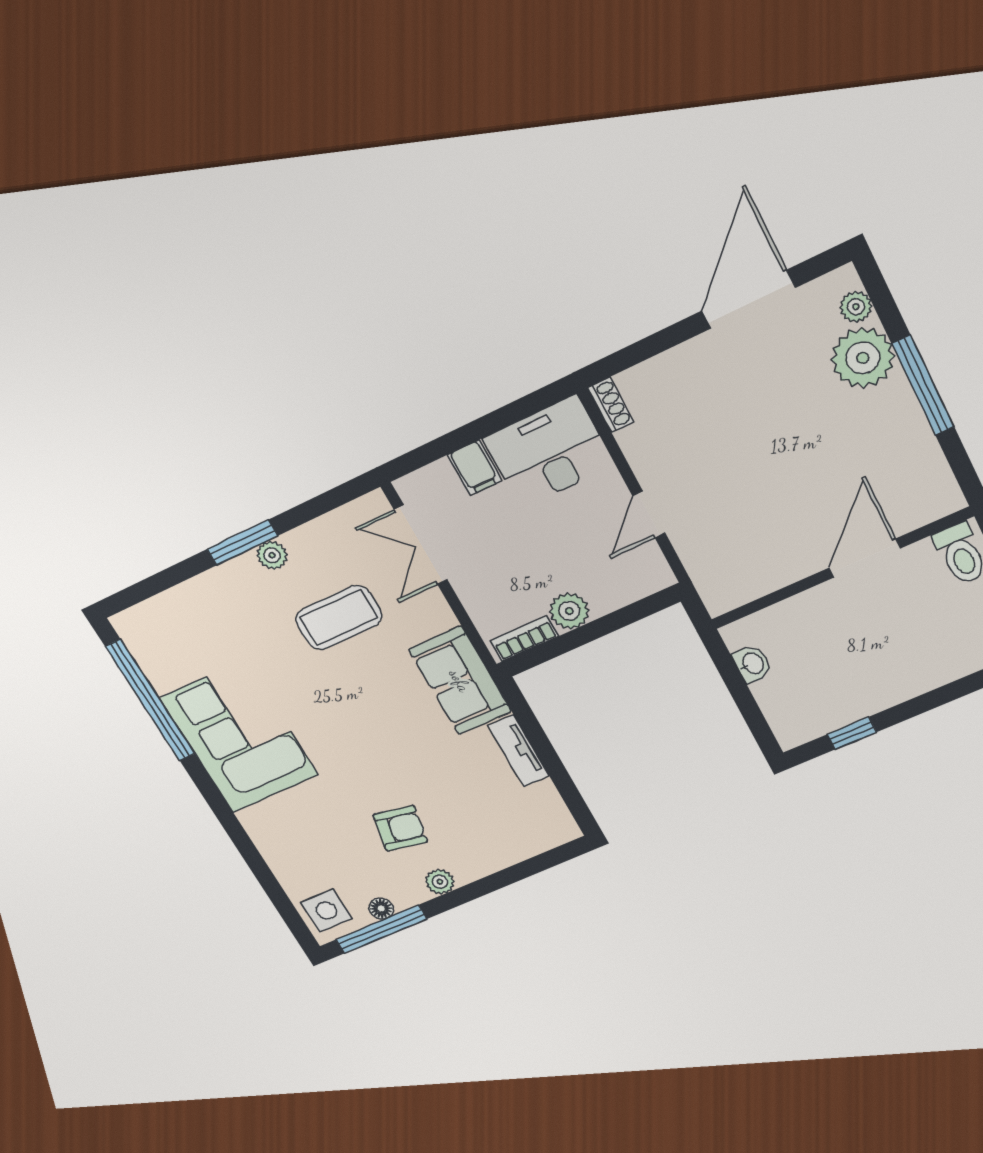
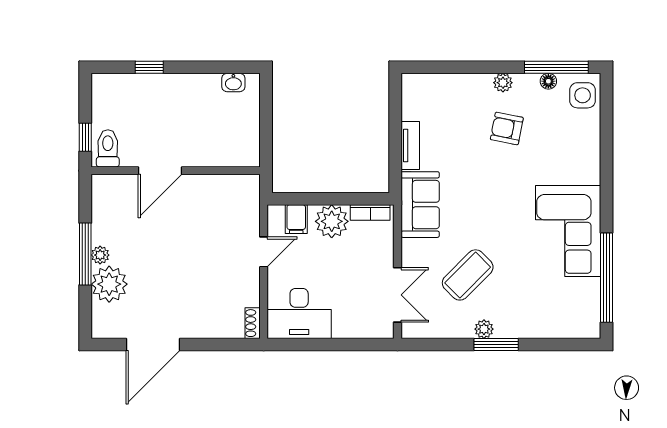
plant: (856, 307) -> (100, 255), moved
filing cabinet: (475, 468) -> (296, 219), moved, turned 180
plant: (569, 611) -> (332, 221), width x1.36, depth x1.36
coffee table: (339, 618) -> (468, 275), turned -45
washbasin: (752, 664) -> (233, 82), moved, turned -90
window: (852, 733) -> (149, 67), moved

